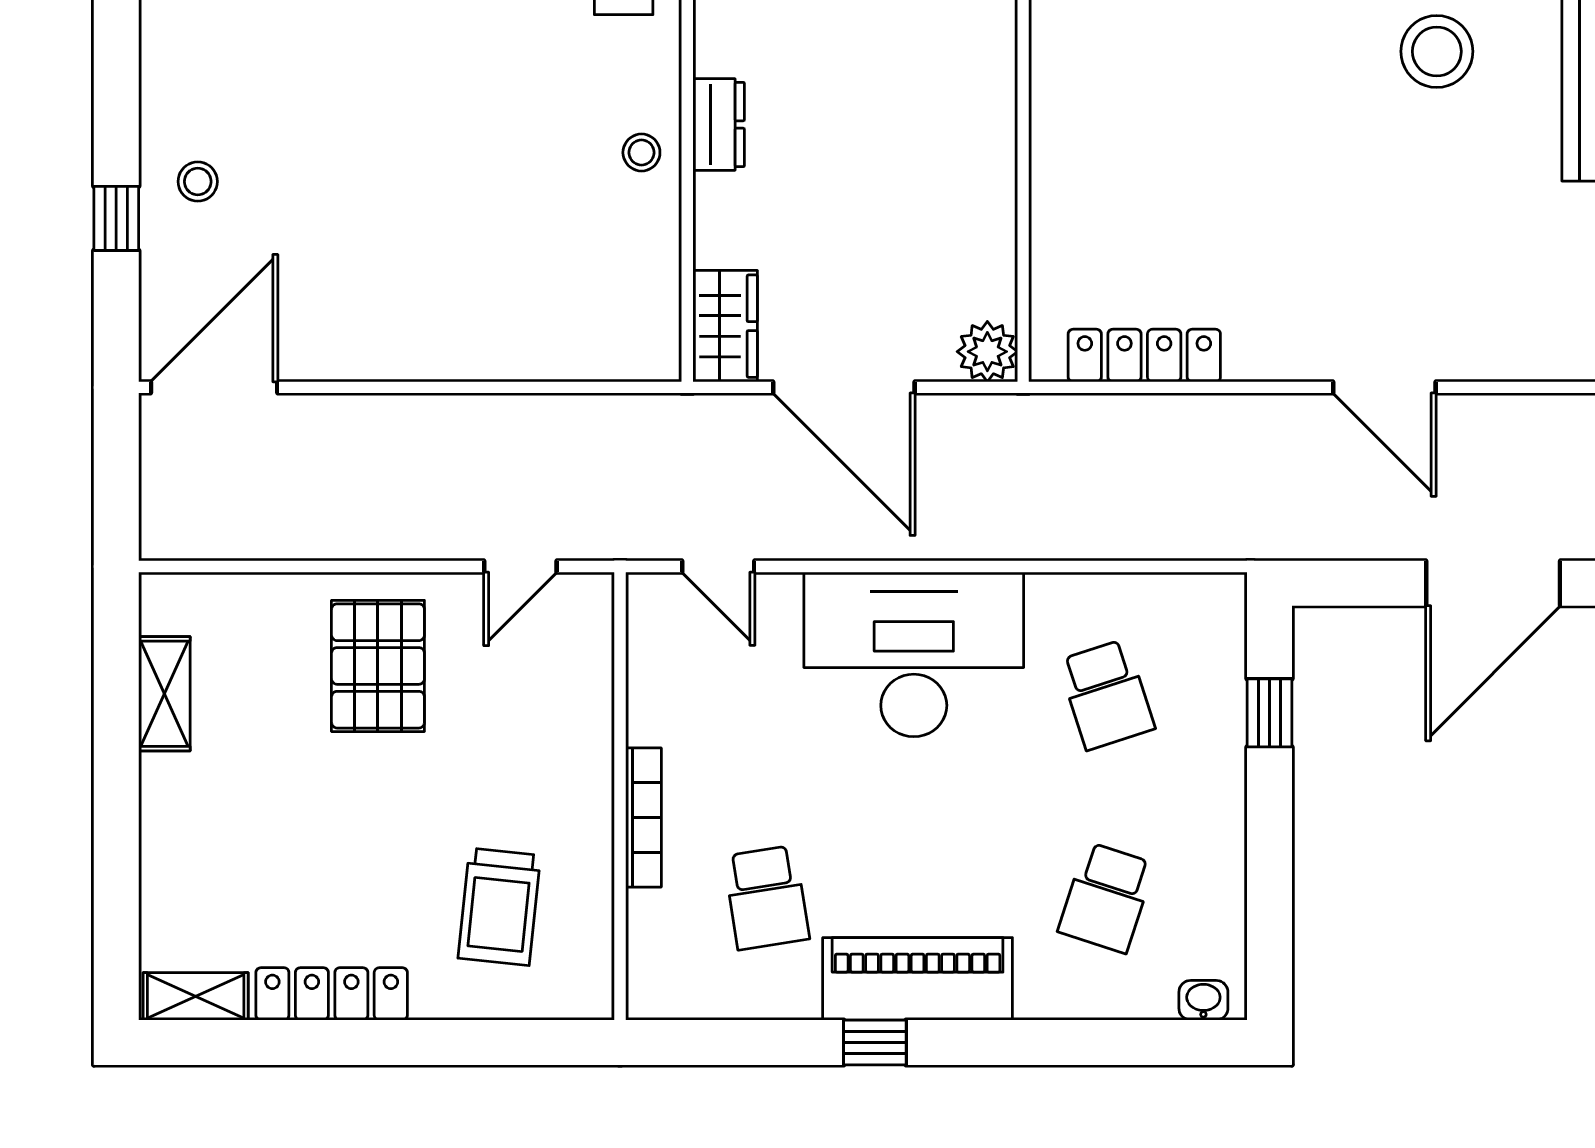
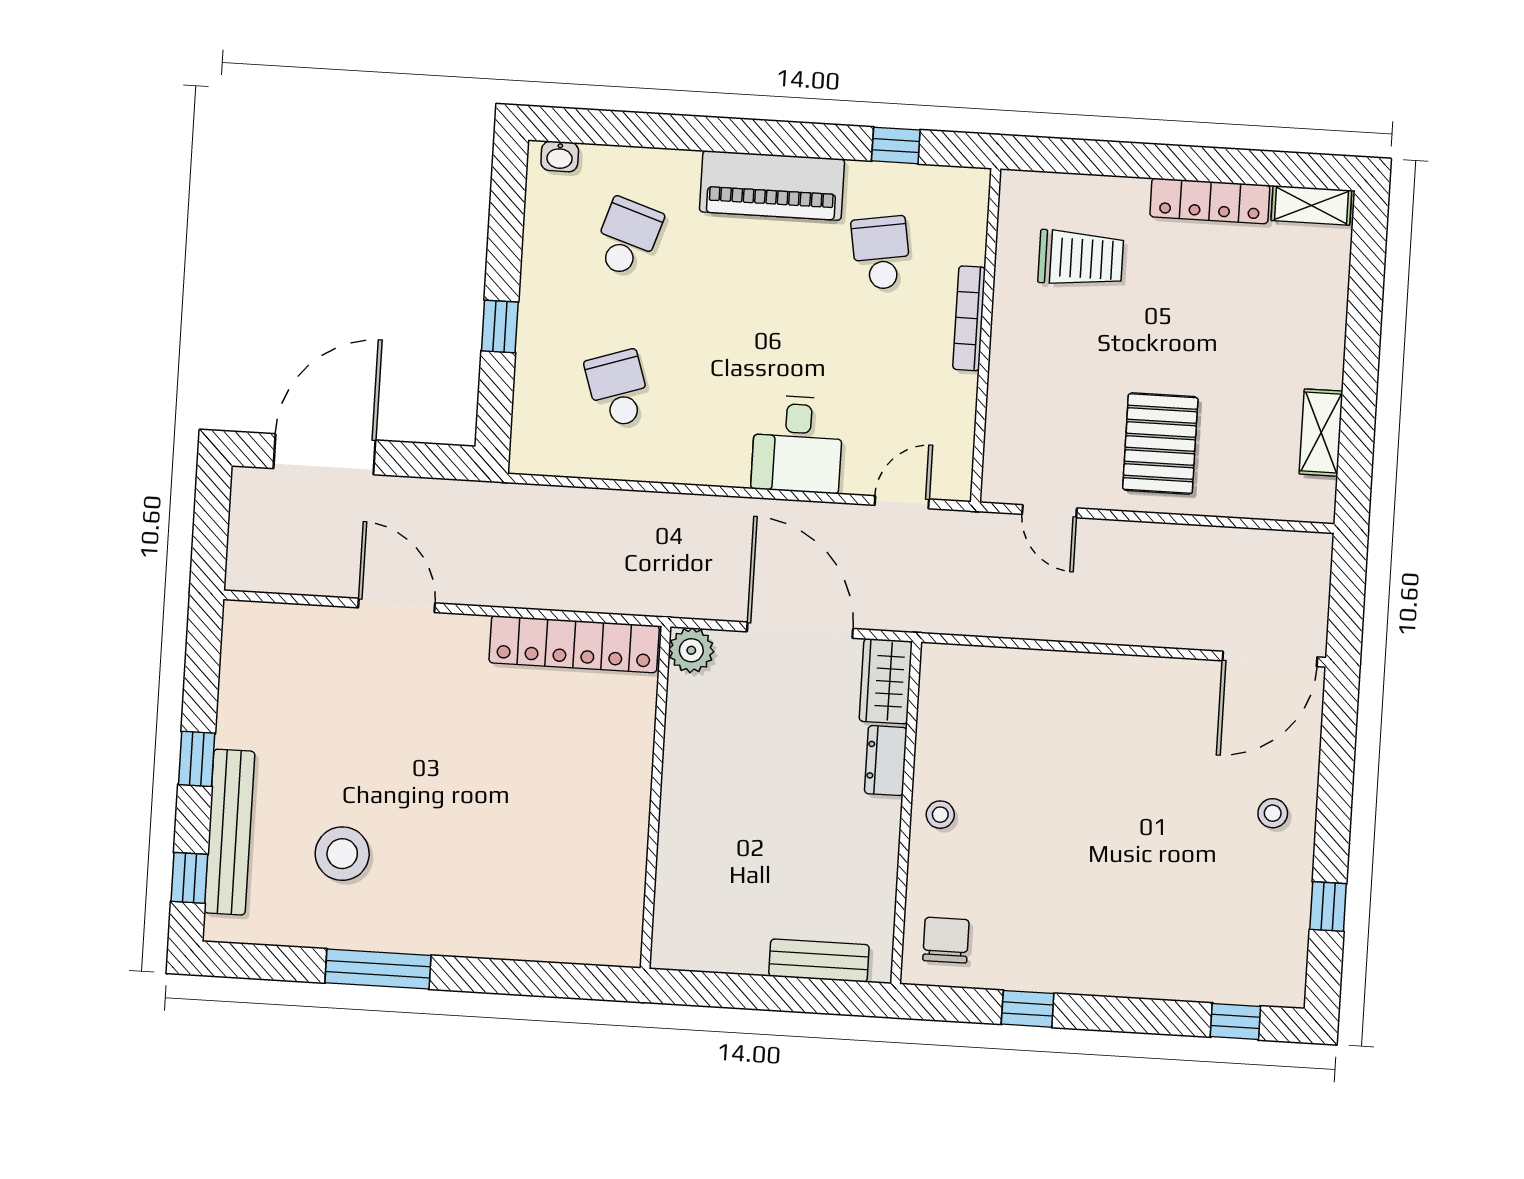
dresser: (719, 124) -> (886, 761), moved
window: (116, 218) -> (1328, 907), moved
locker: (1144, 356) -> (574, 644), width x1.41, depth x1.21
door: (520, 567) -> (1049, 511), swing flipped
door: (718, 567) -> (902, 502), hinge flipped
desk: (914, 654) -> (797, 444), width x0.53, depth x0.77
window: (1269, 713) -> (500, 326), moved
trolley: (499, 907) -> (1081, 258), turned 84
window: (875, 1042) -> (896, 145), moved

